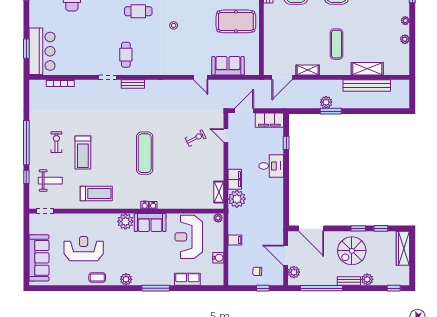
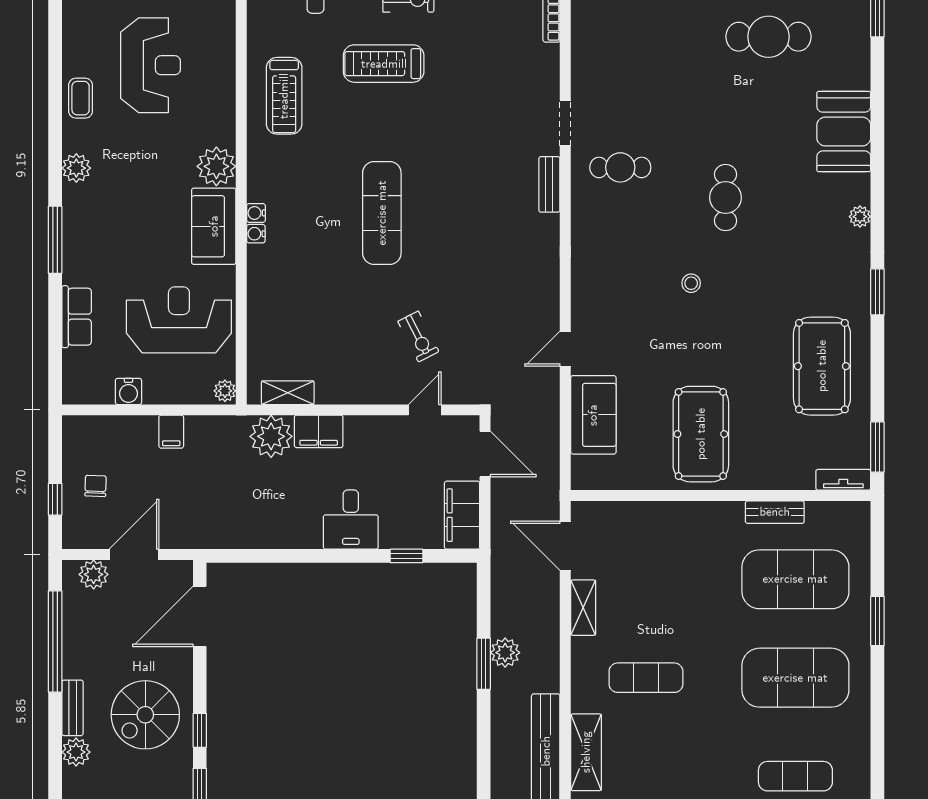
exercise mat: (145, 153) -> (382, 213), turned 90
spiral stairs: (352, 251) -> (145, 715), turned -90

